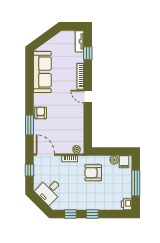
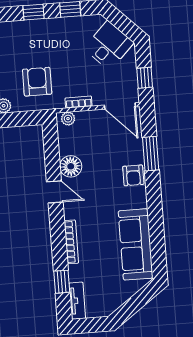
door: (88, 97) -> (55, 192), moved
floor lamp: (77, 121) -> (71, 166), added
armchair: (93, 173) -> (37, 82), turned -90

